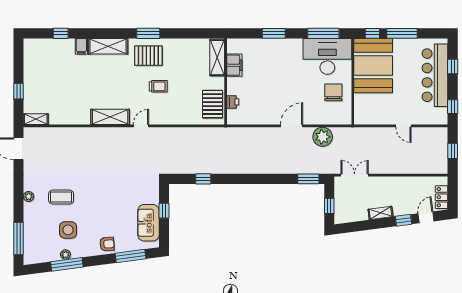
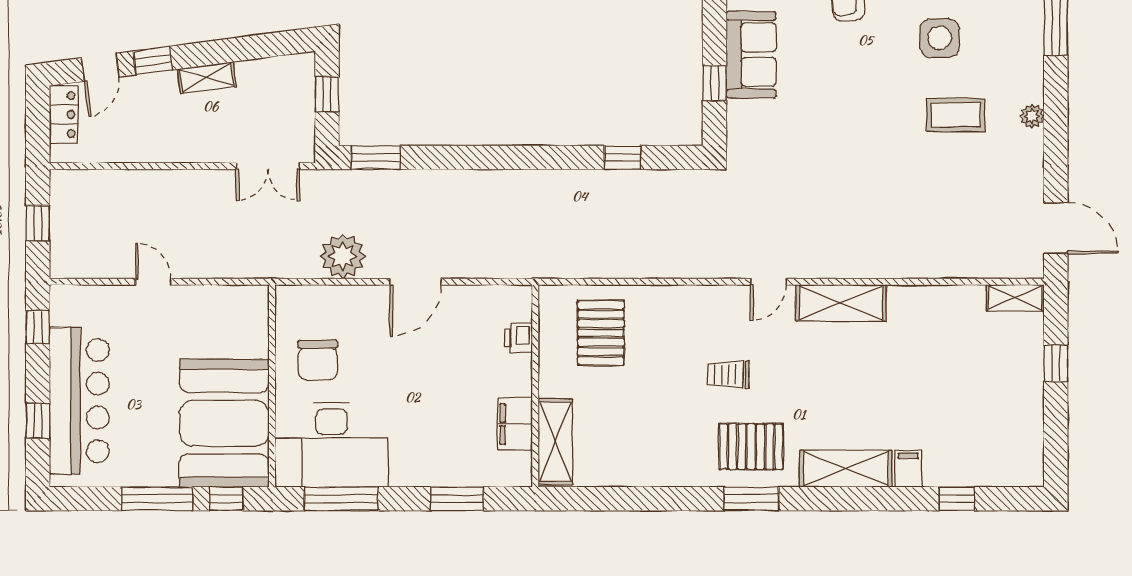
shelving: (217, 58) -> (555, 442), moved
filing cabinet: (234, 65) -> (515, 424), moved
wall: (226, 81) -> (535, 386), moved
printer: (233, 102) -> (519, 338), moved

